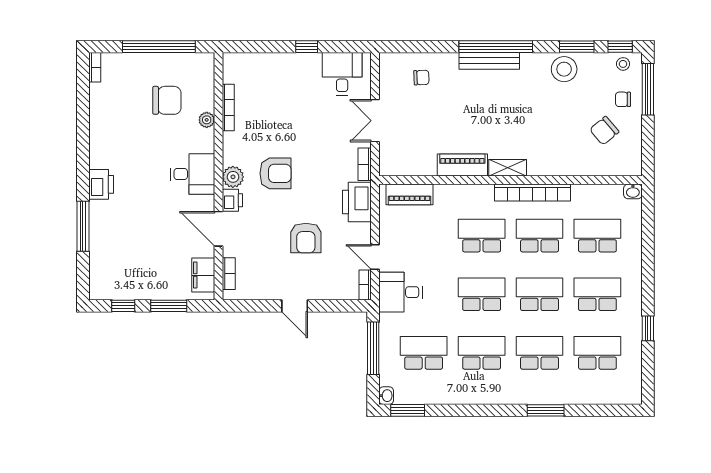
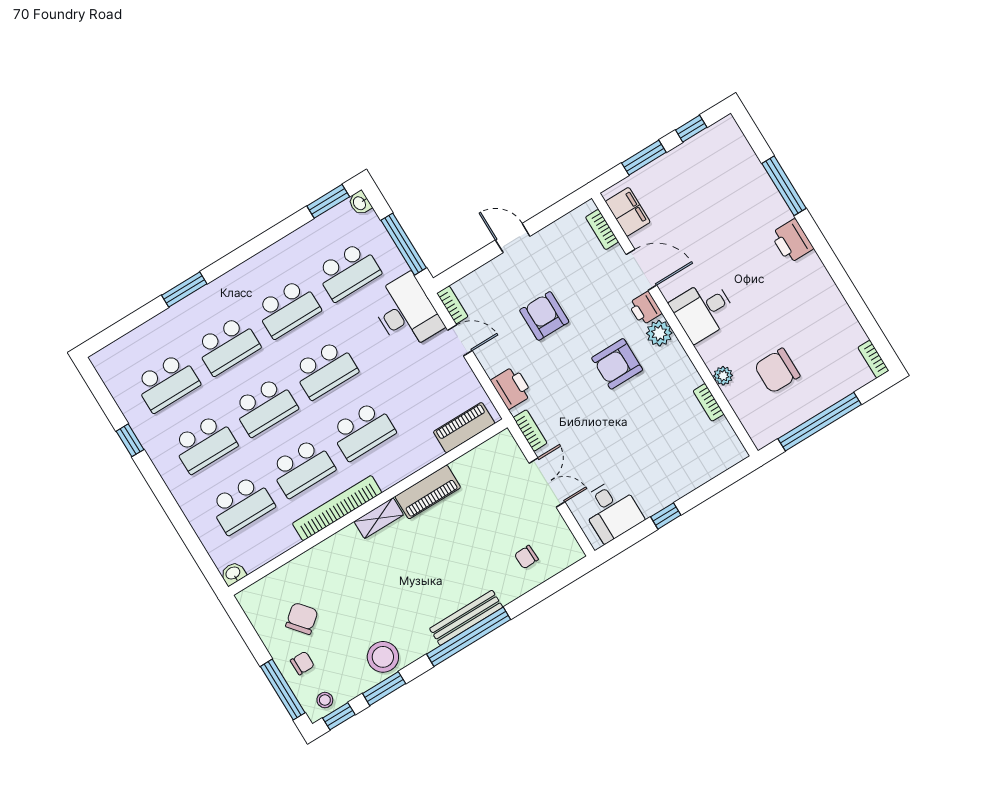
bookcase: (228, 107) -> (709, 402), width x0.64
printer: (357, 202) -> (512, 388), width x0.73, depth x0.84
desk: (401, 292) -> (406, 312), width x1.37

